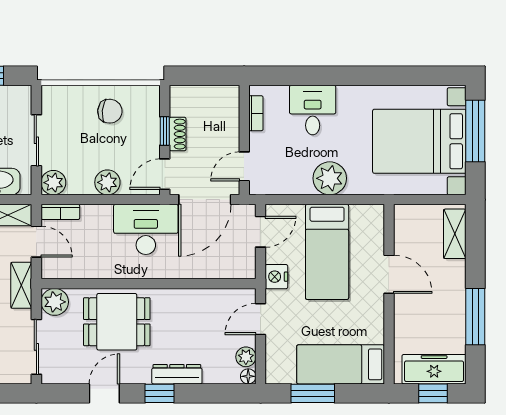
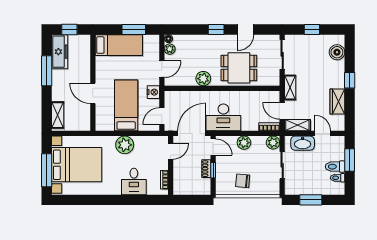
door: (165, 174) -> (213, 147), hinge flipped
plant: (55, 302) -> (203, 79), moved
freezer: (434, 369) -> (60, 52), moved, turned -90
dresser: (177, 374) -> (207, 40), removed

